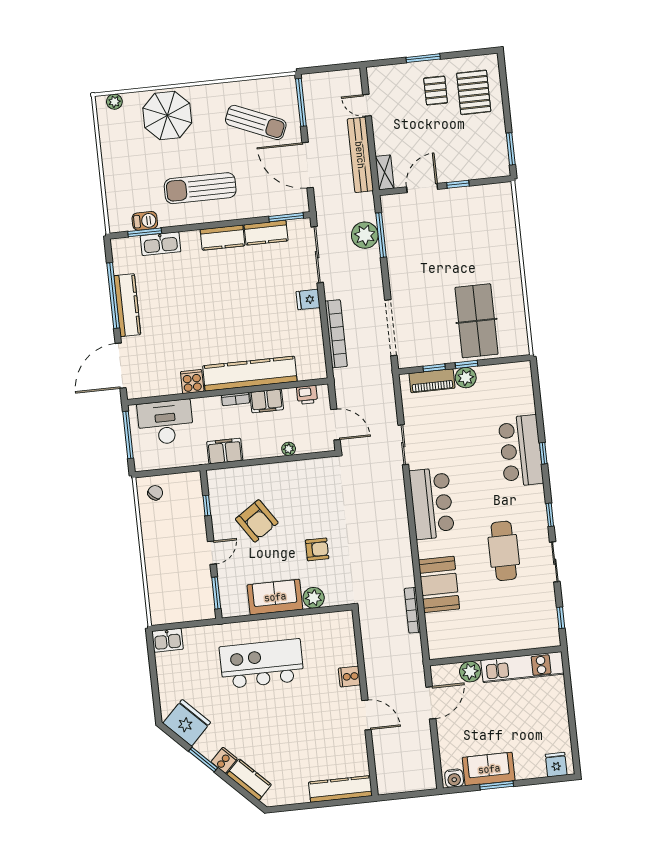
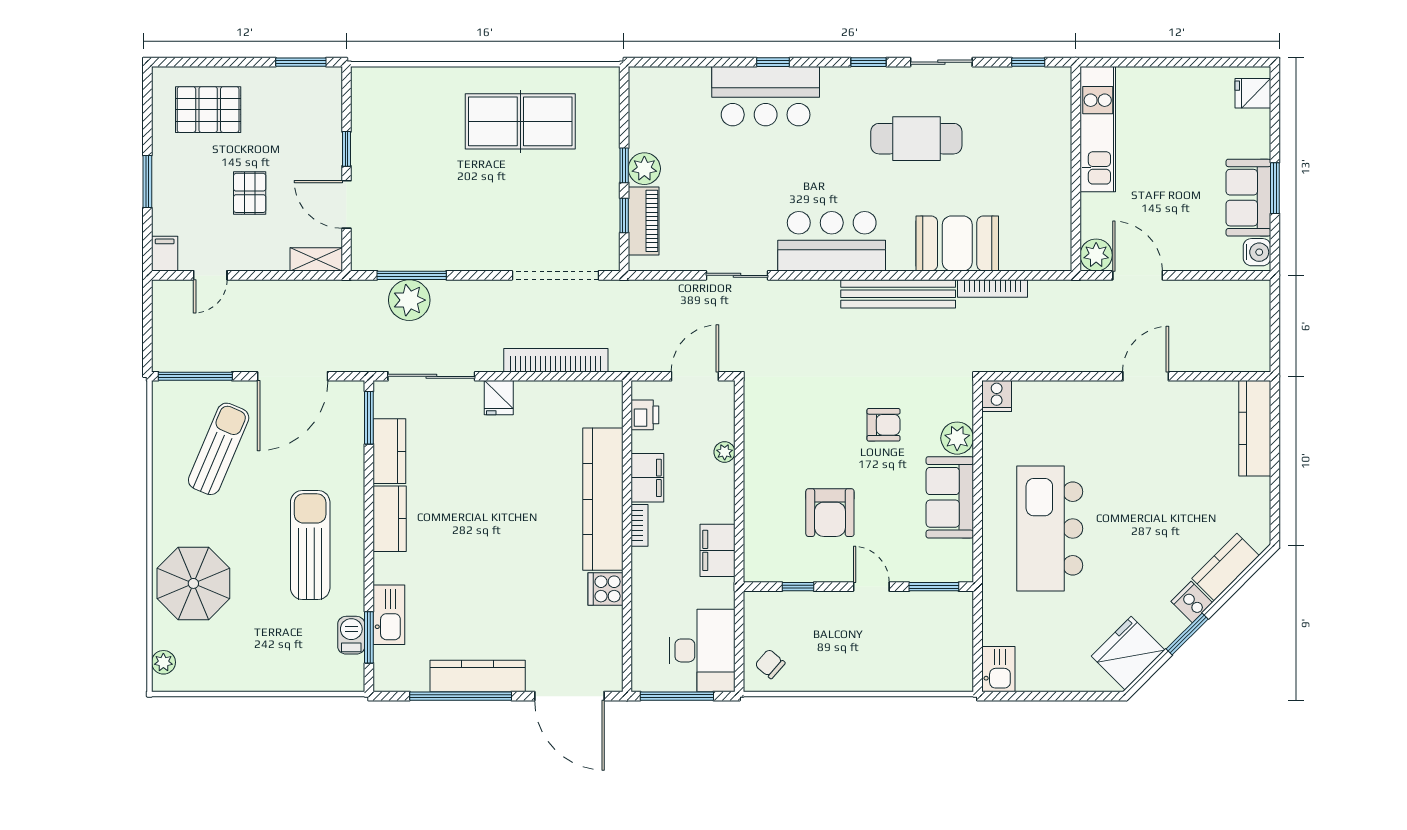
filing cabinet: (378, 74) -> (165, 254), added
pallet: (436, 91) -> (250, 193), moved, turned 90
bench: (360, 155) -> (898, 294), moved
sun lounger: (200, 188) -> (310, 545), turned 180
table tennis table: (477, 321) -> (520, 121), moved
desk: (165, 422) -> (702, 650), moved, turned 180
armchair: (257, 521) -> (830, 513), turned 124
armchair: (317, 549) -> (883, 425), turned 90
plant: (470, 672) -> (1096, 255), moved
cooker: (349, 677) -> (997, 396), moved

